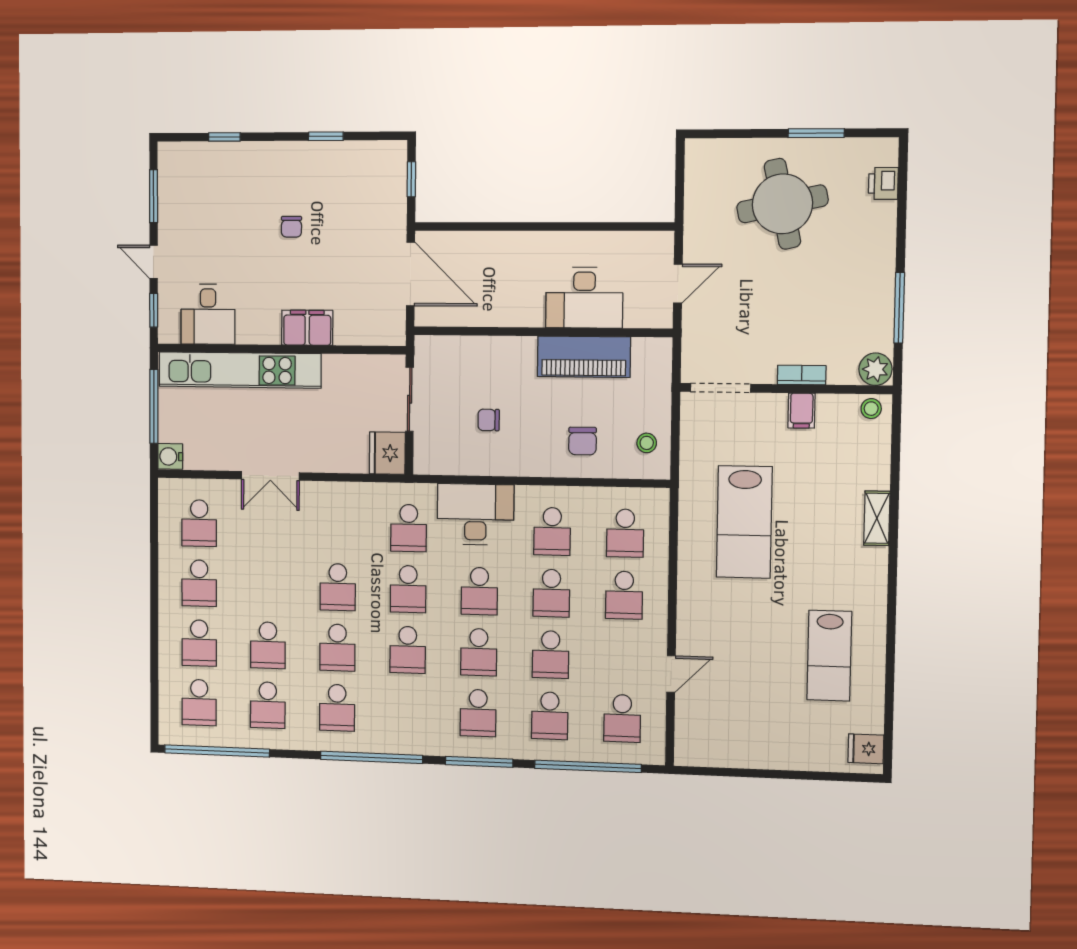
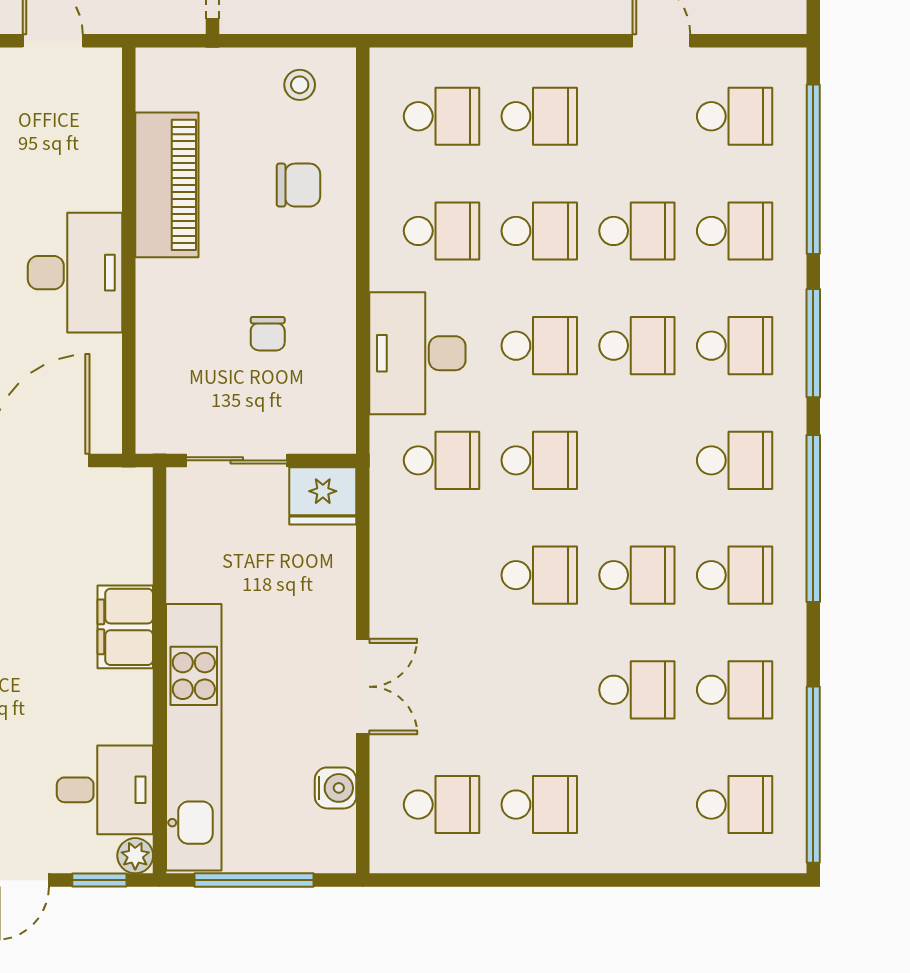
desk: (584, 298) -> (75, 273), moved
plant: (168, 333) -> (135, 856), added
water cooler: (170, 456) -> (336, 788), moved, turned -90
school desk: (199, 643) -> (637, 805), removed
school desk: (408, 650) -> (735, 460), moved

